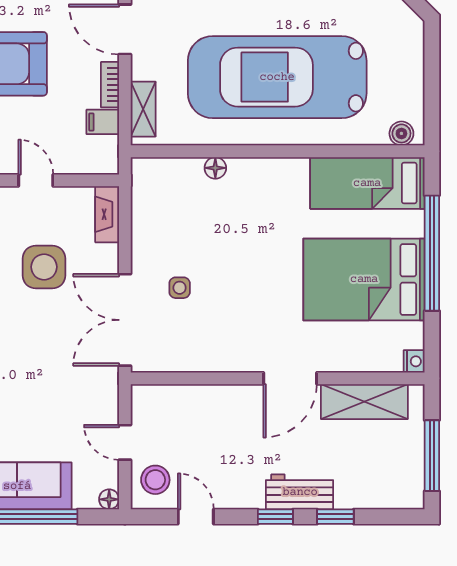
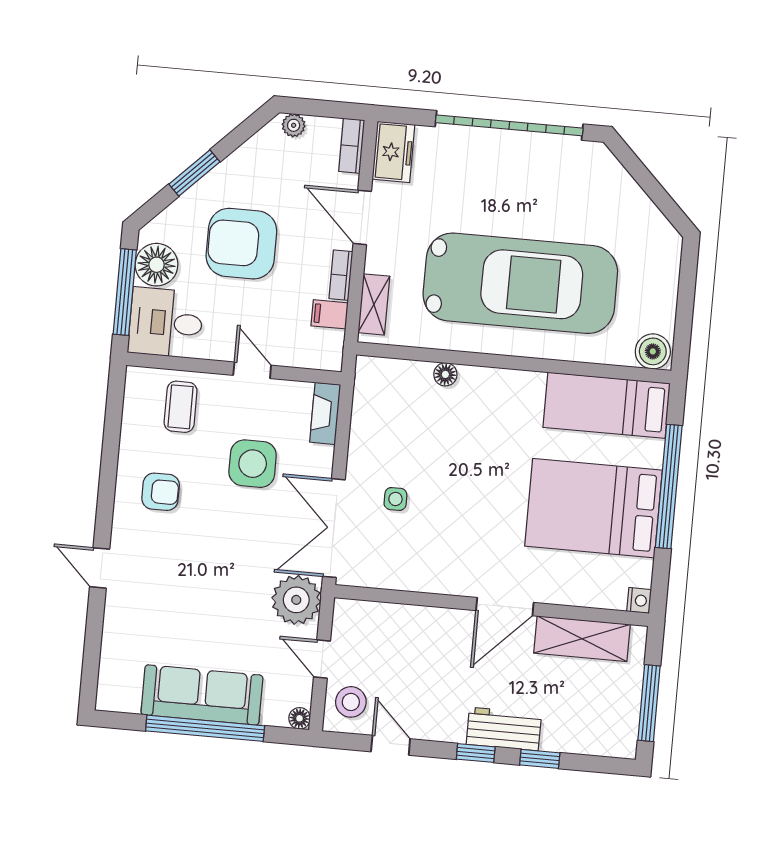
car: (277, 77) -> (520, 283), turned 180
boiler: (401, 133) -> (653, 351), width x1.36, depth x1.36
plant: (96, 390) -> (296, 600), added

